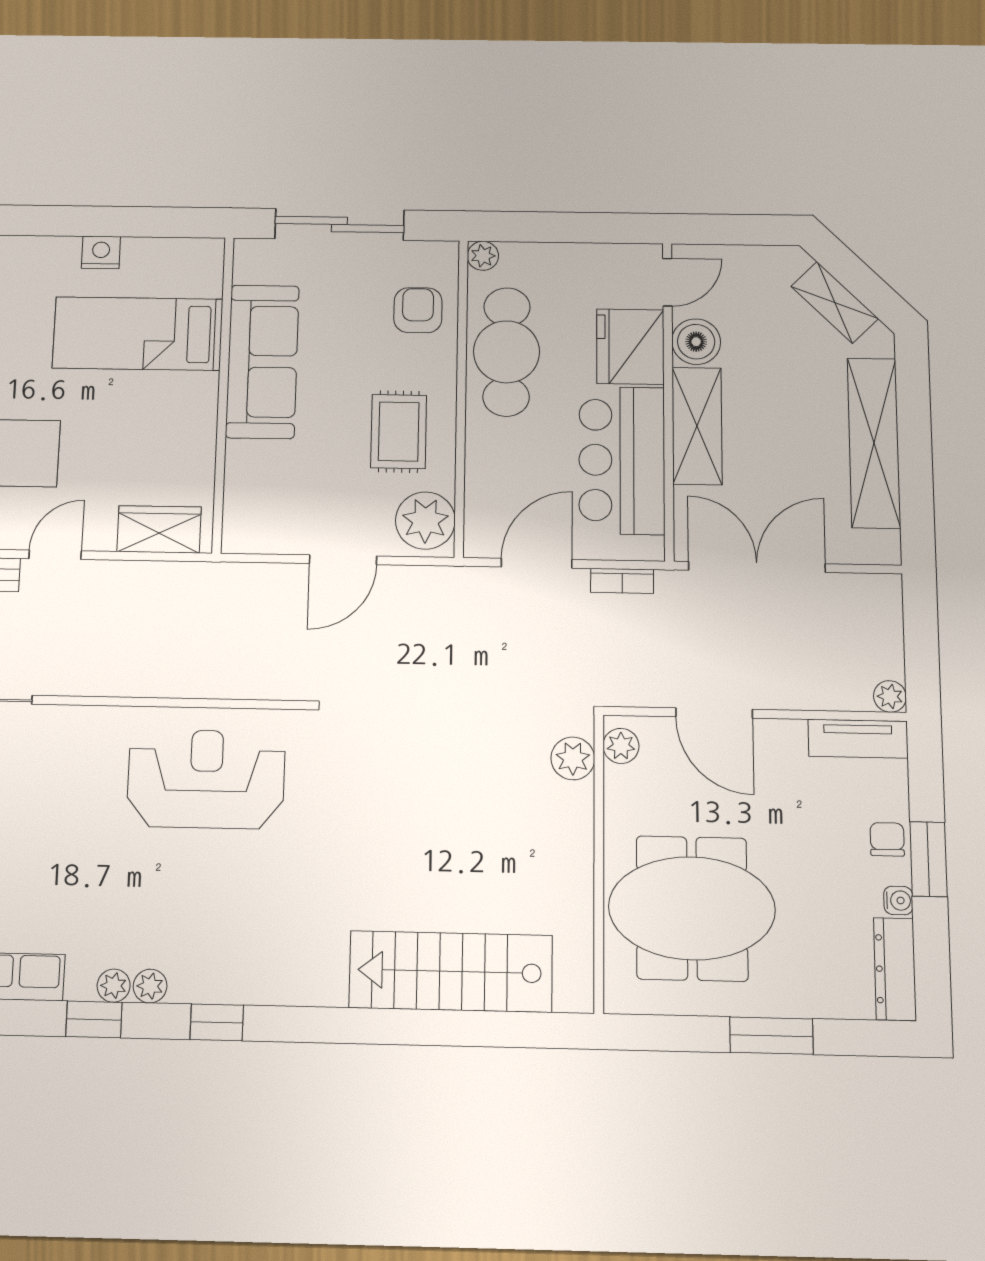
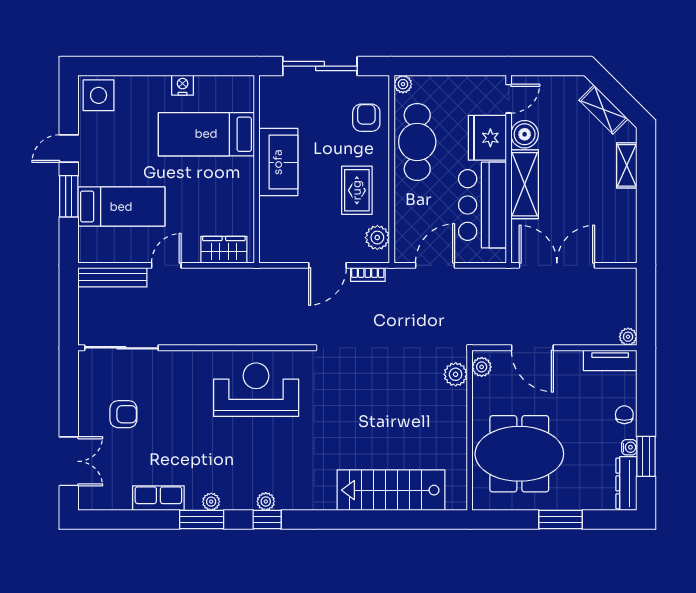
sofa: (262, 361) -> (278, 162), width x0.73
shelving: (874, 443) -> (627, 165), width x0.45, depth x0.75
plant: (425, 521) -> (377, 238), width x0.73, depth x0.73
bookcase: (622, 581) -> (368, 275), moved
window: (928, 859) -> (646, 456), moved
plant: (150, 986) -> (266, 501), moved
window: (94, 1019) -> (202, 520), width x1.50

